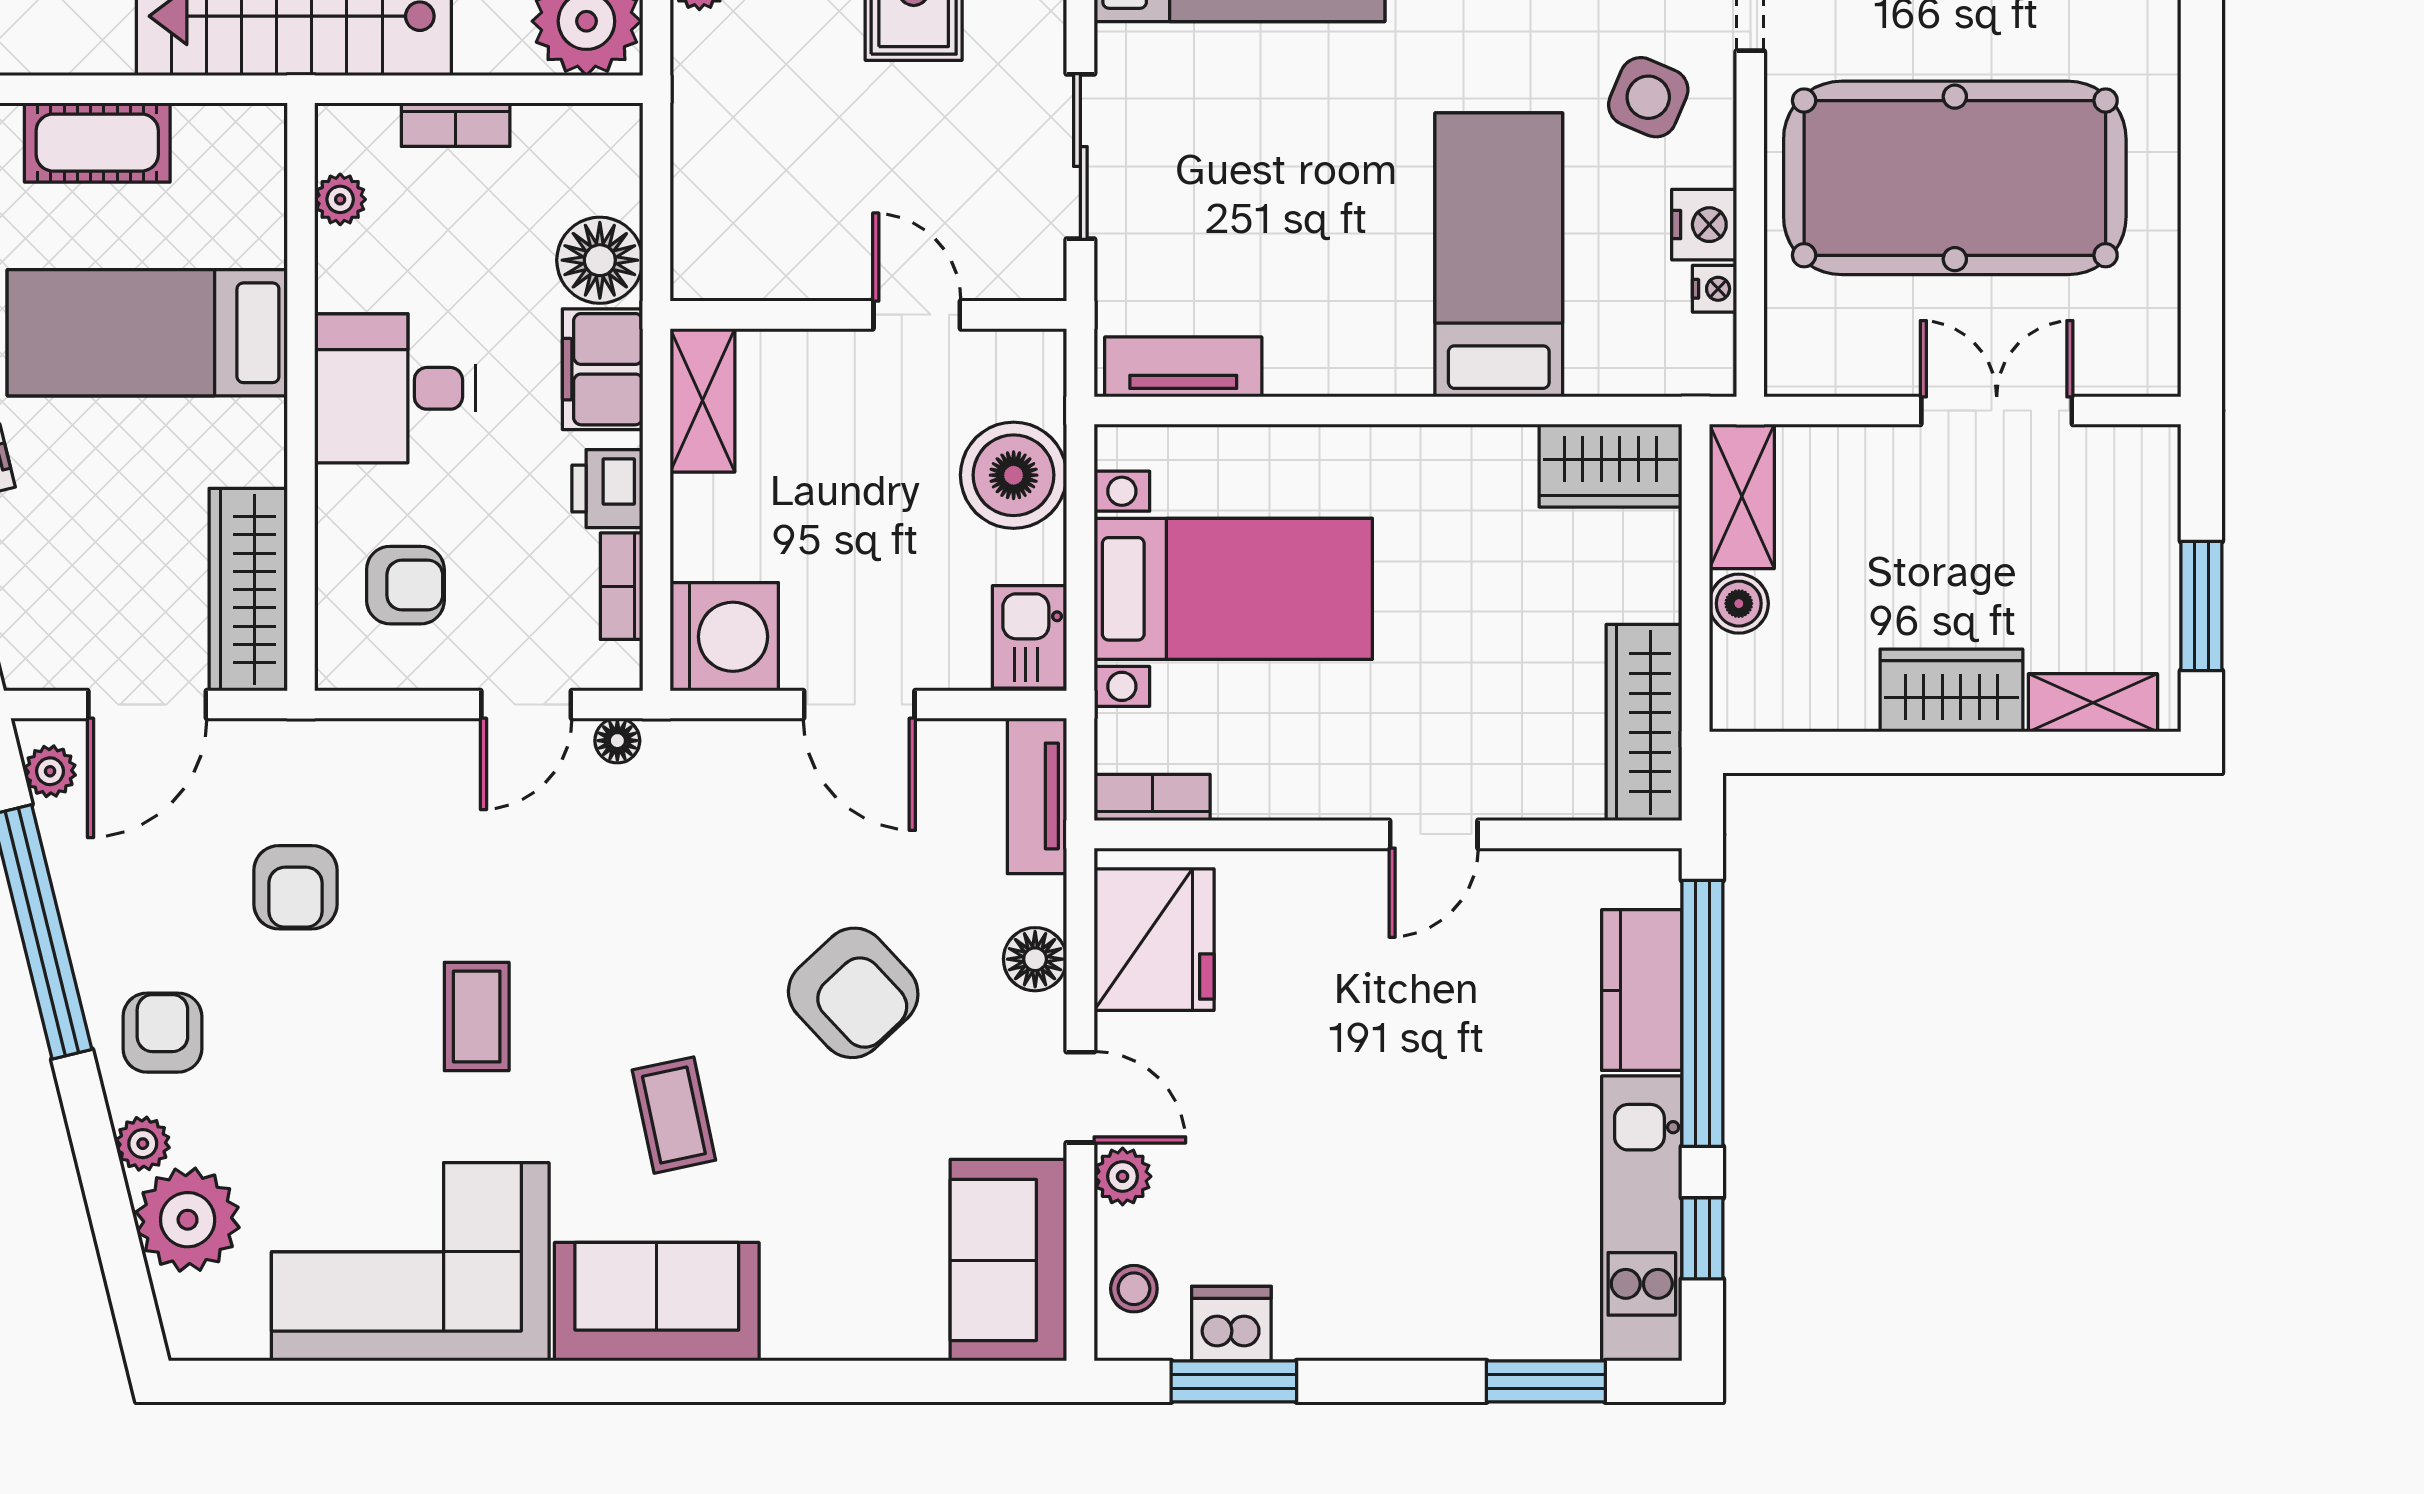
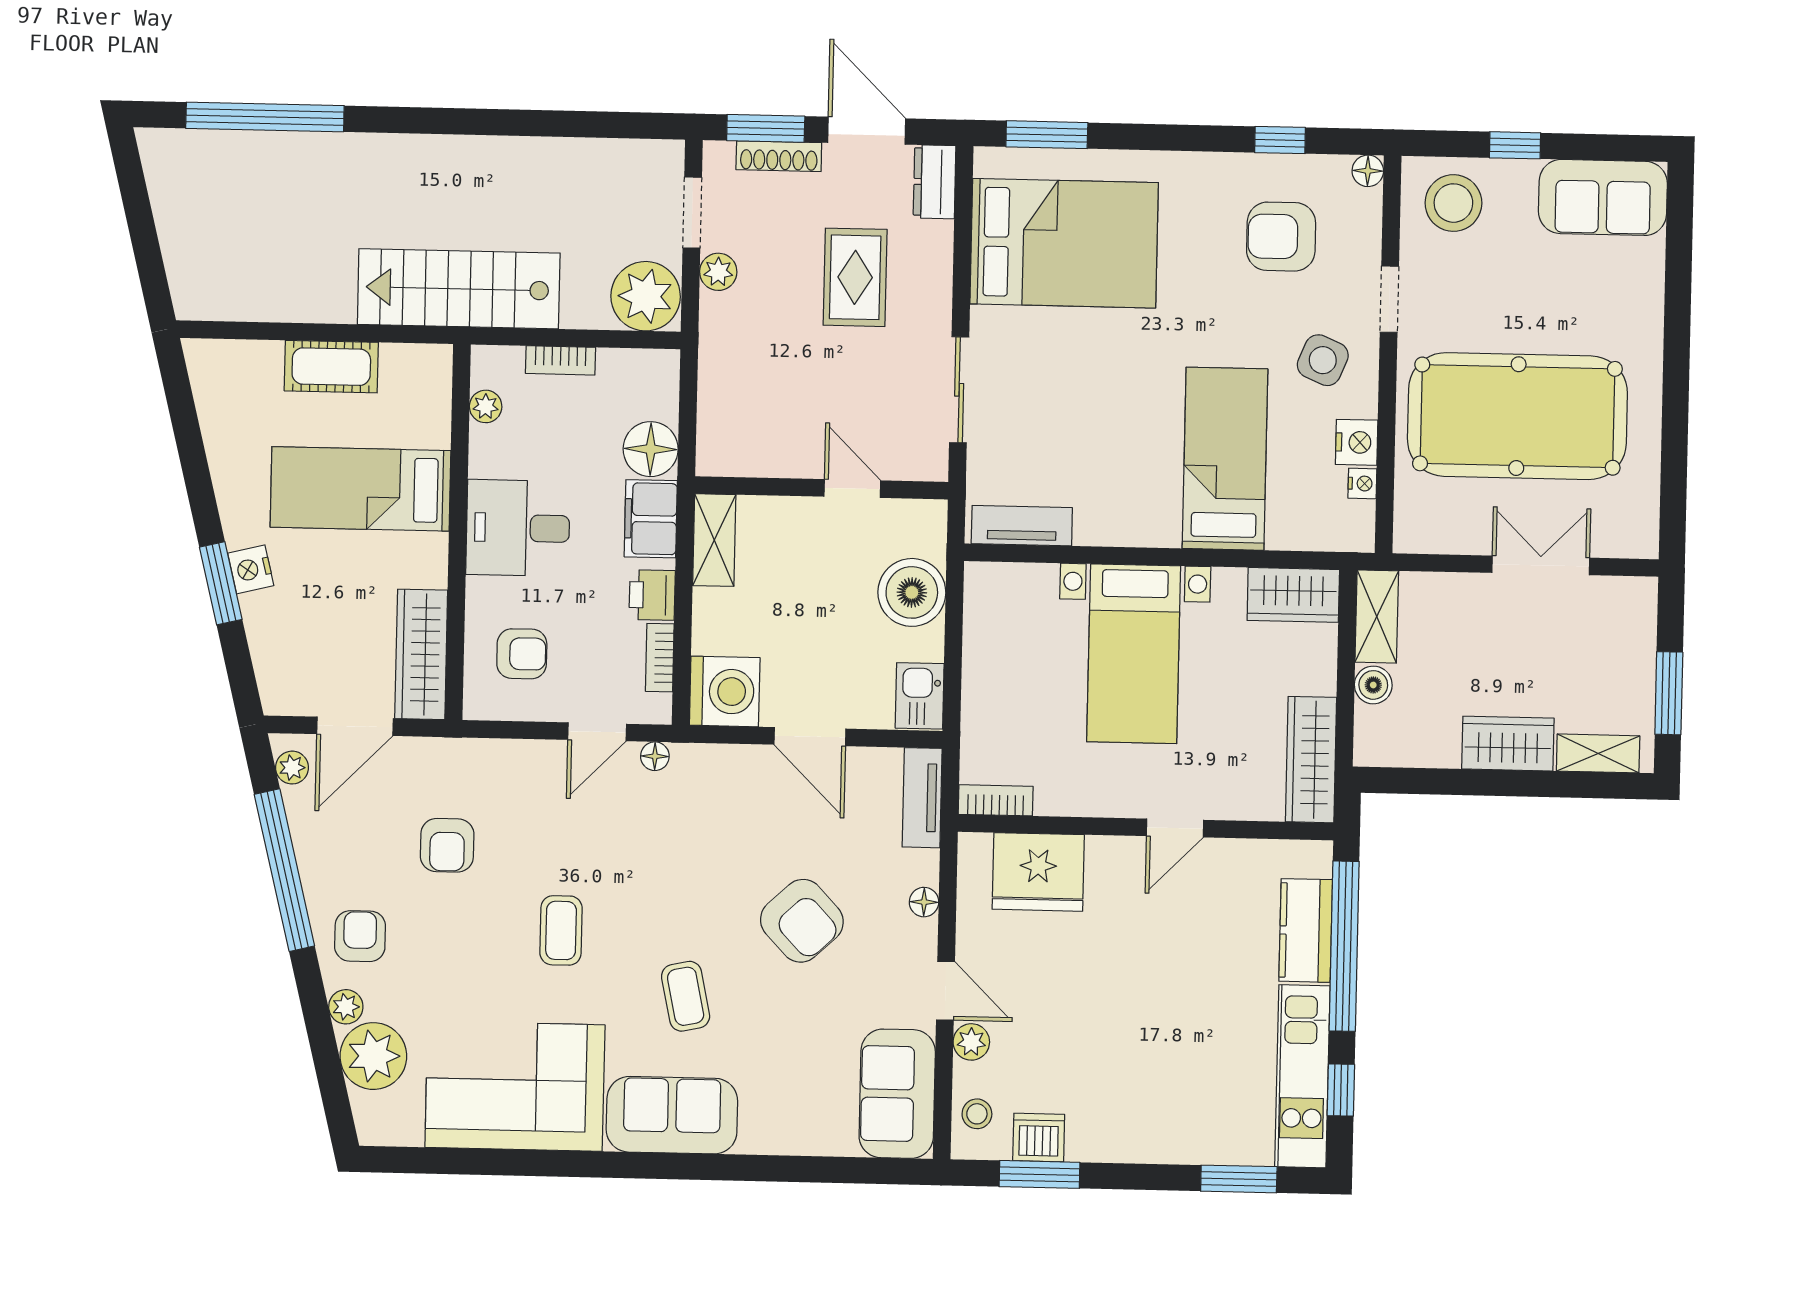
bed with nightstands: (1233, 589) -> (1134, 654), moved, turned 90
fridge: (1154, 940) -> (1038, 872), moved, turned 90
floor lamp: (1035, 959) -> (924, 902), width x0.73, depth x0.73

